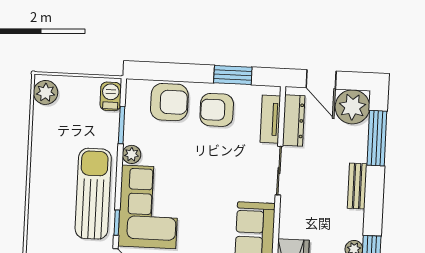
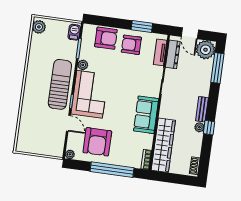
bench: (357, 186) -> (202, 109), moved

